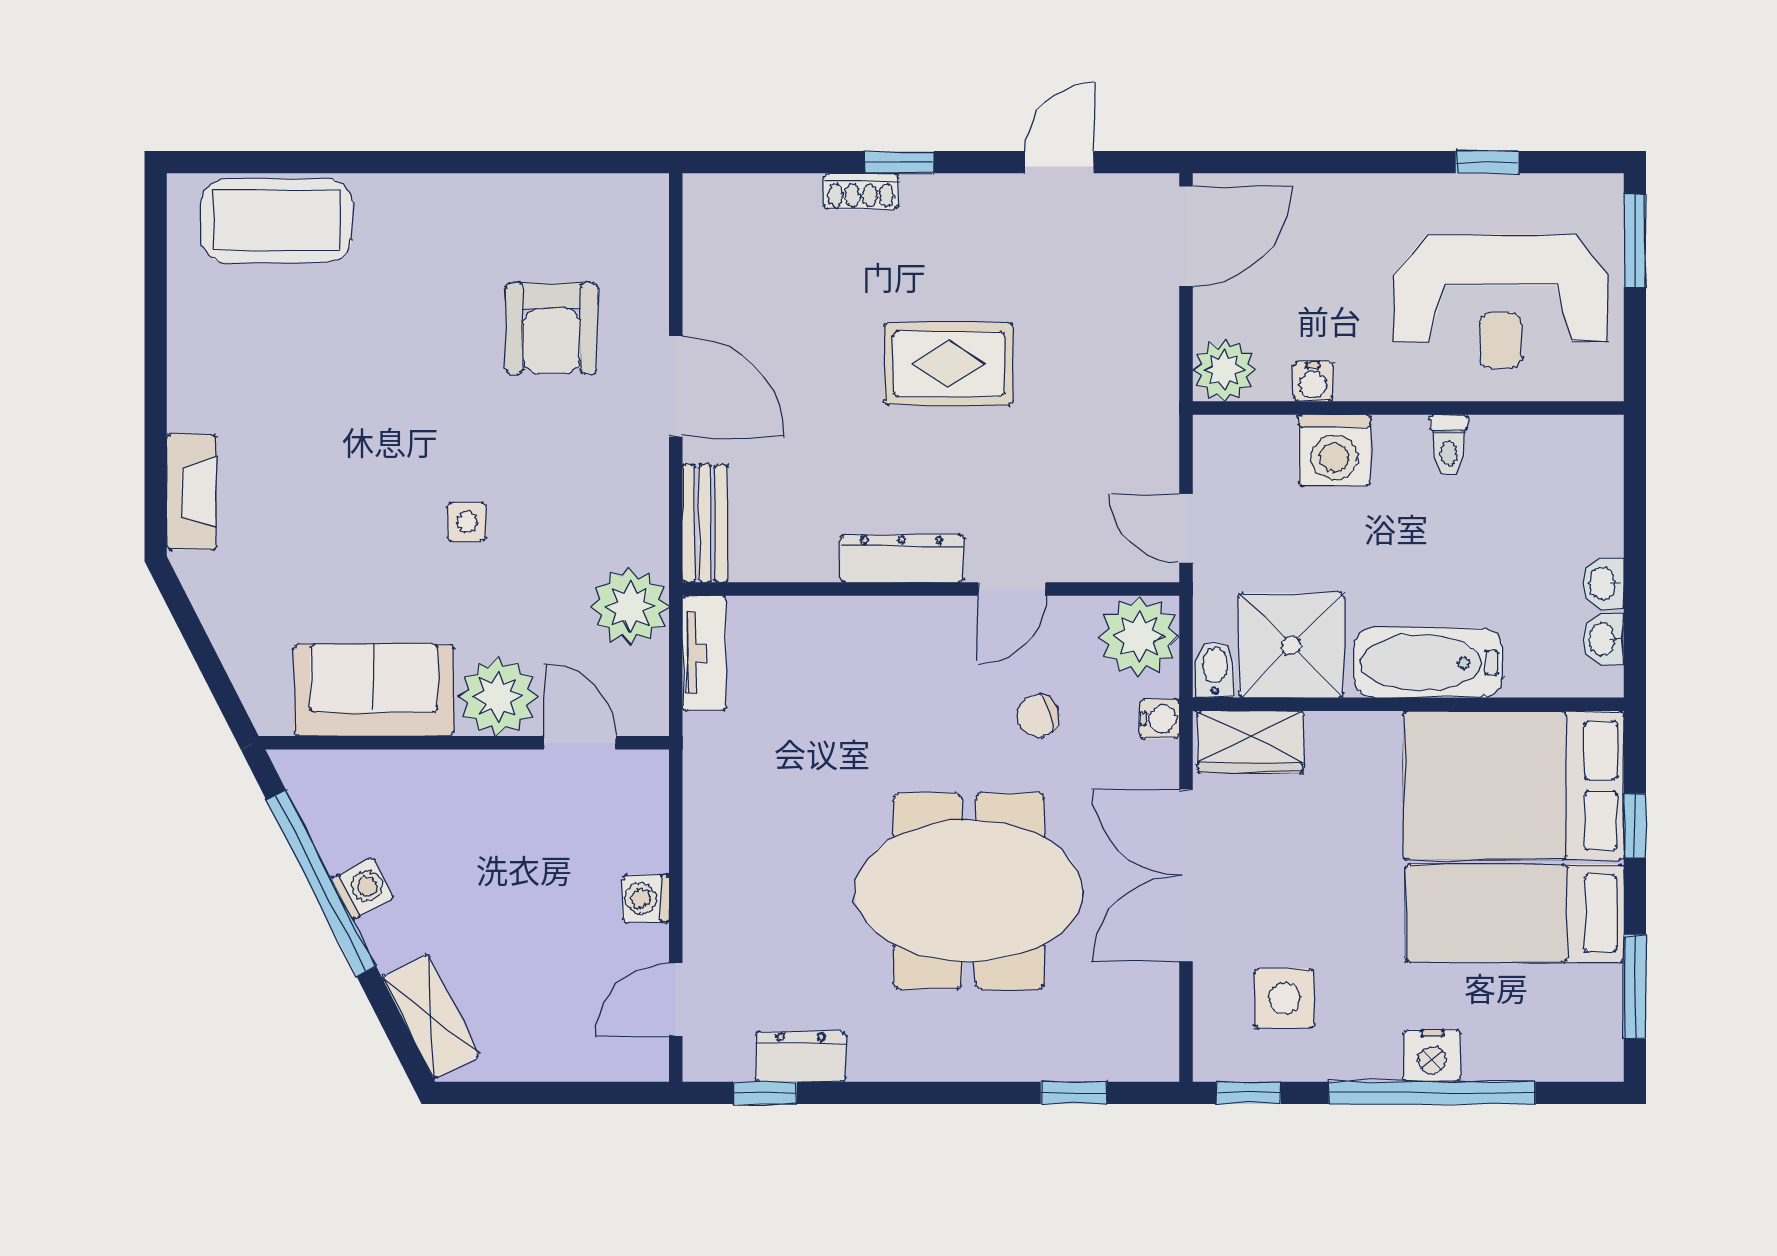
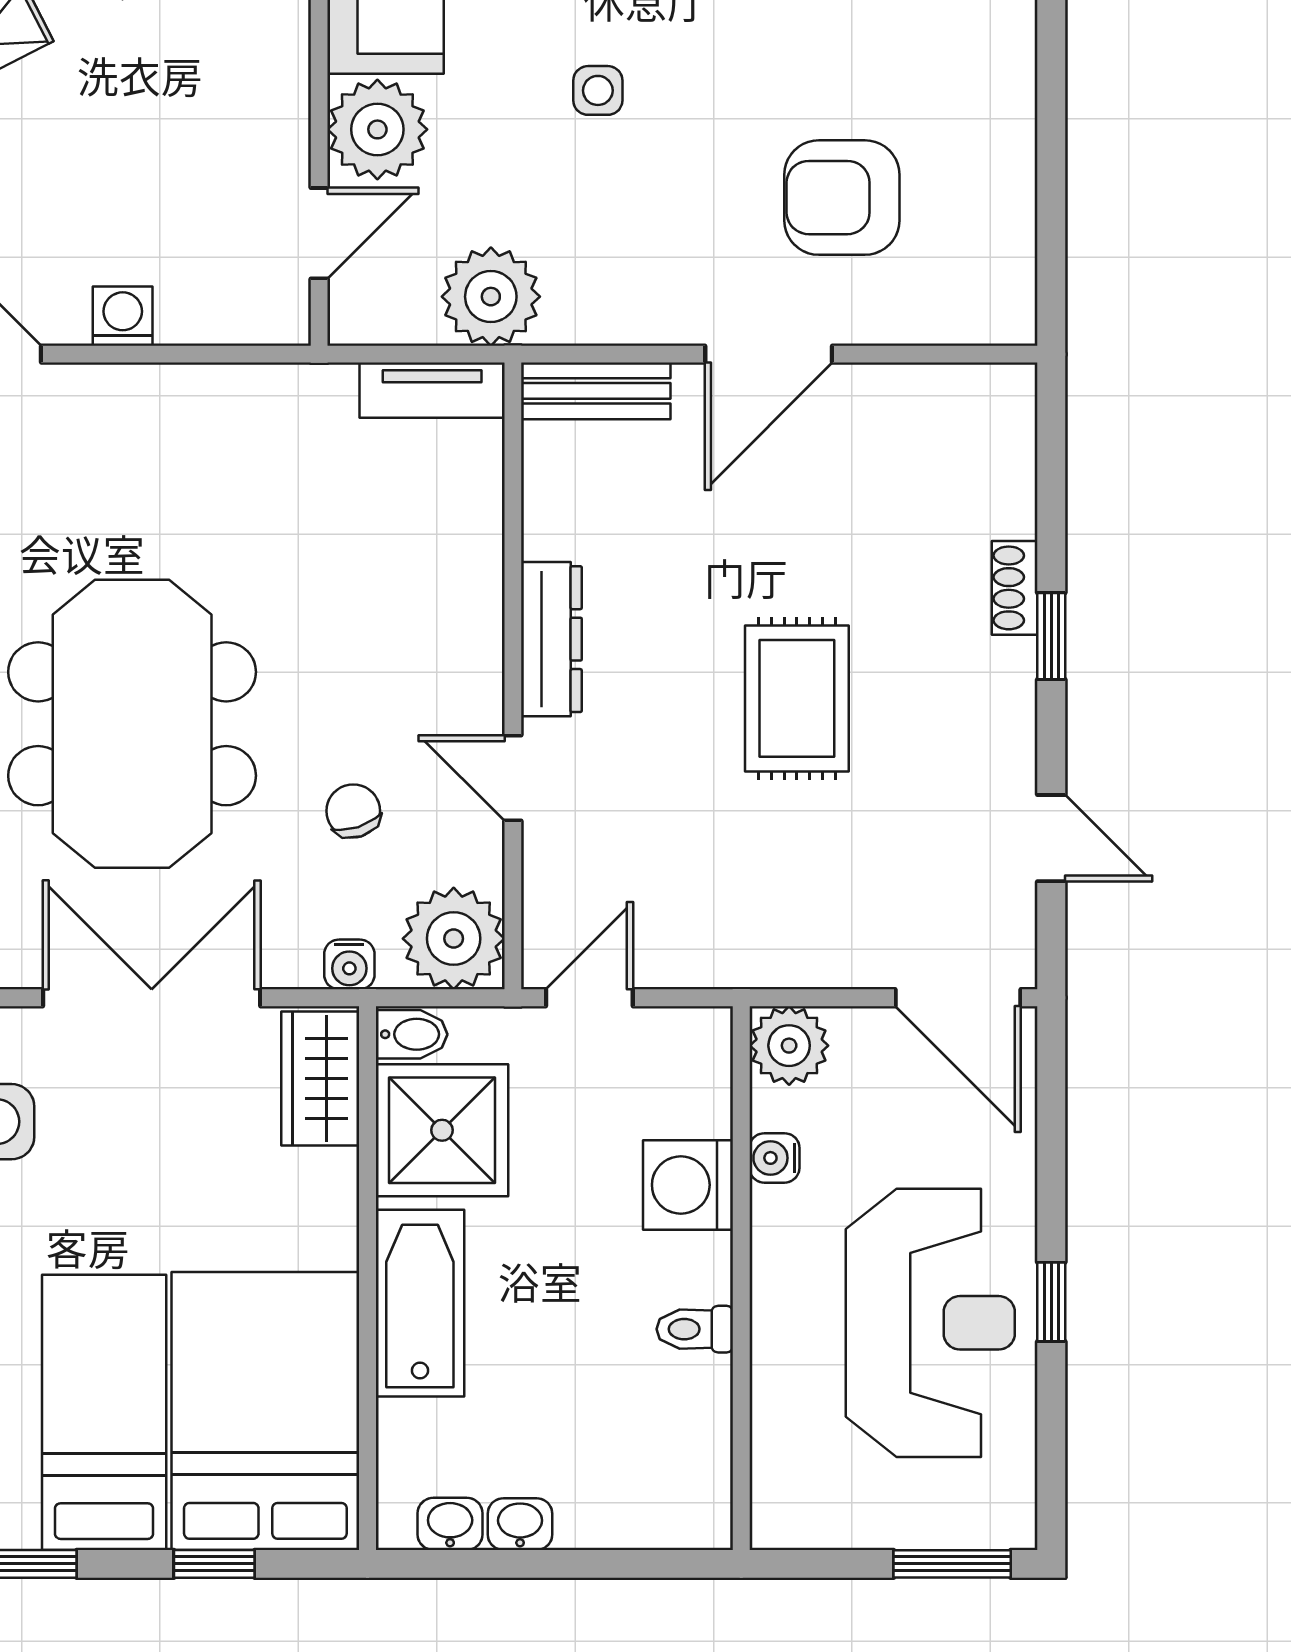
window: (1487, 162) -> (1051, 1302), moved
reception desk: (1501, 302) -> (930, 1323), moved, turned 180

